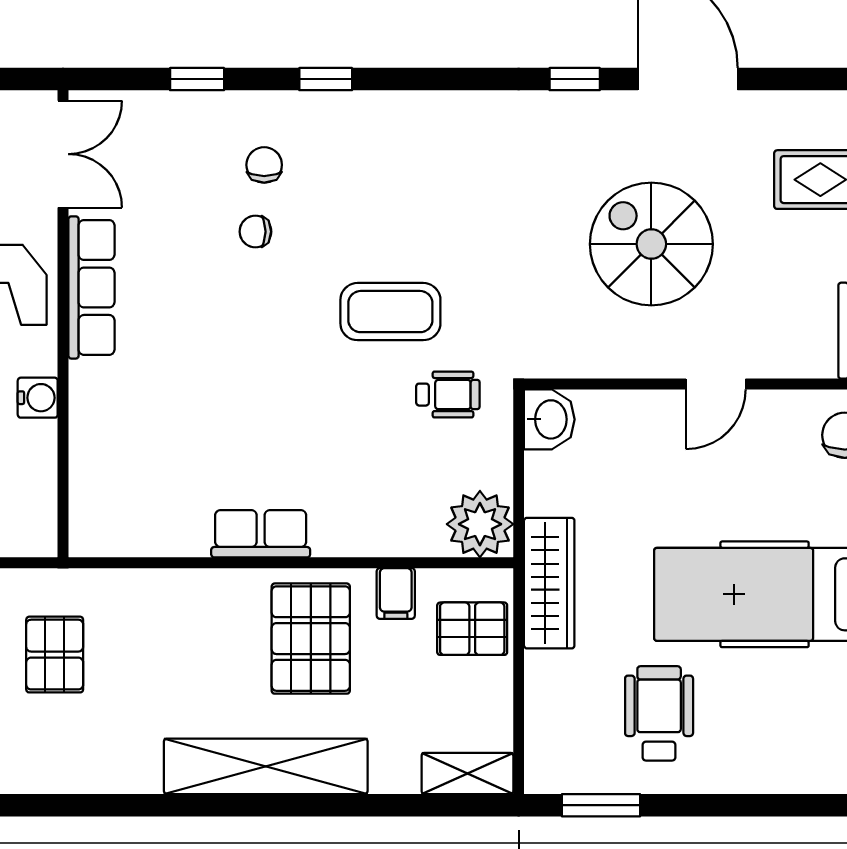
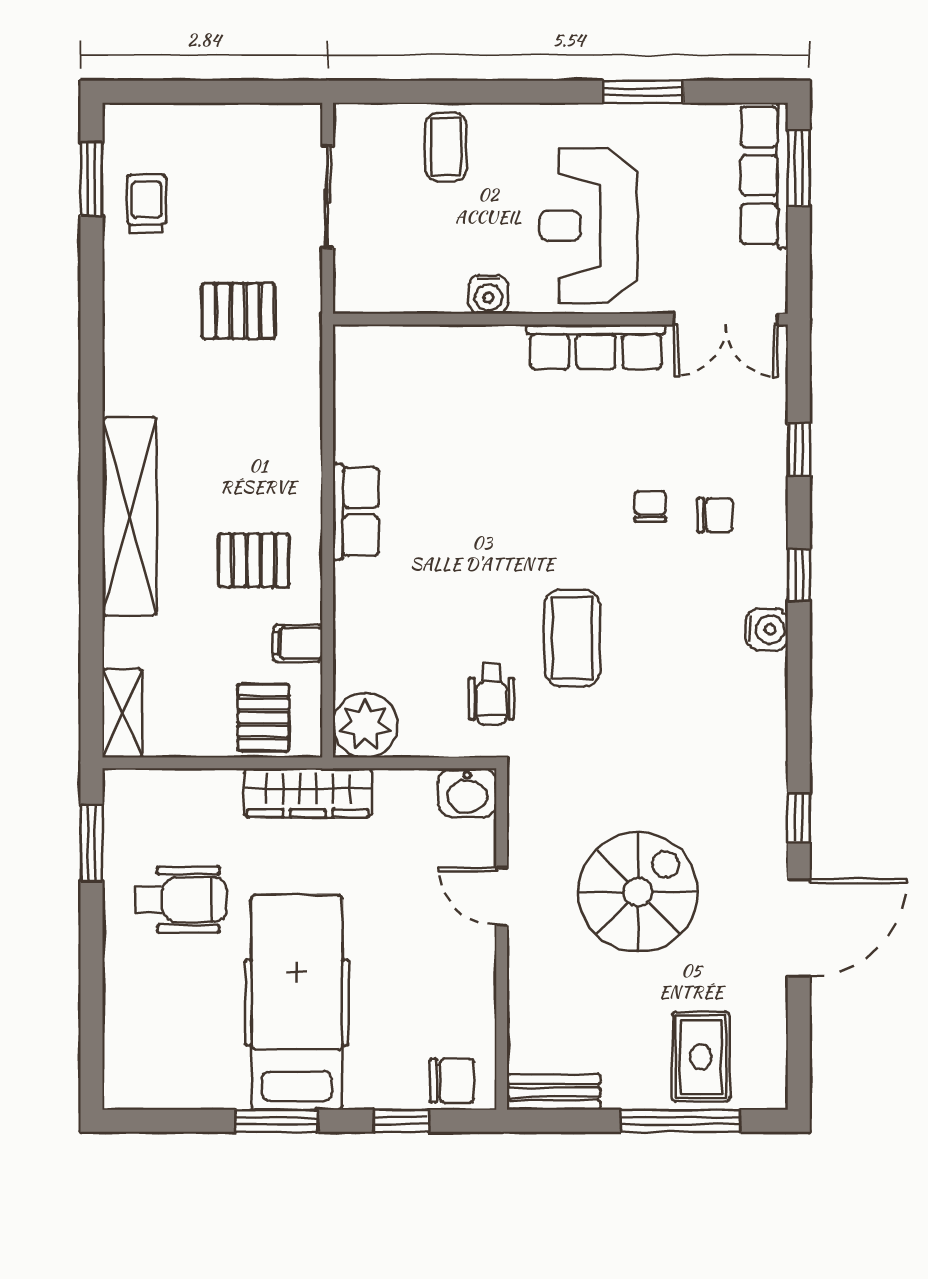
water cooler: (382, 112) -> (767, 629), added
door: (716, 384) -> (502, 896), moved
pallet: (311, 639) -> (254, 560), width x0.67, depth x0.71

